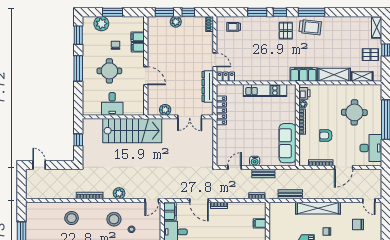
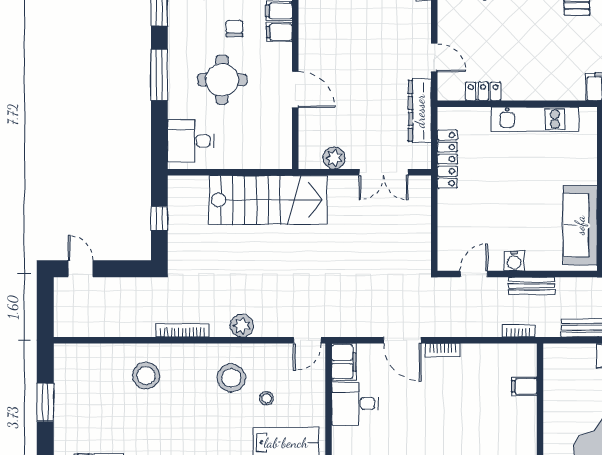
locker: (226, 77) -> (483, 91), moved
desk: (112, 104) -> (191, 141), moved, turned 90

